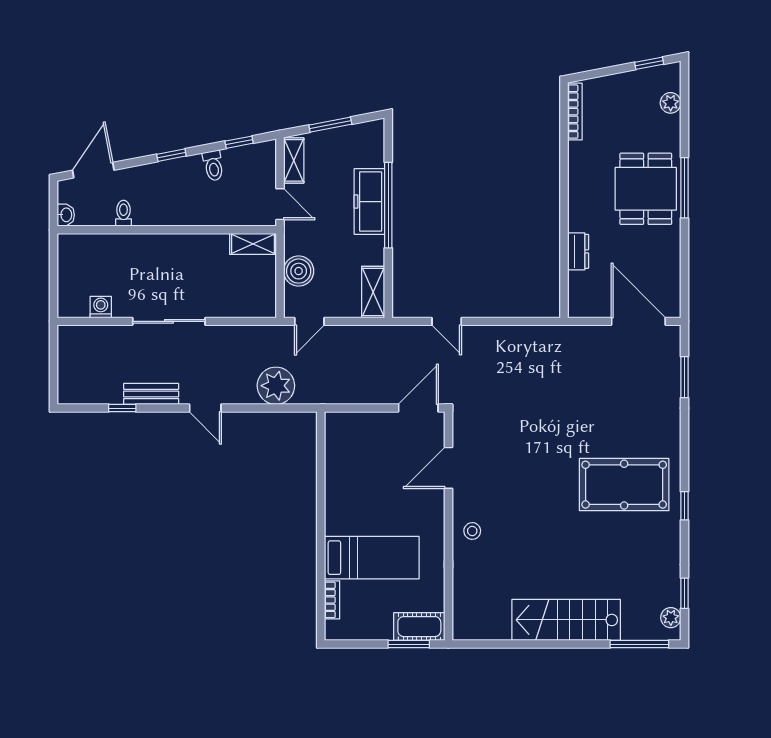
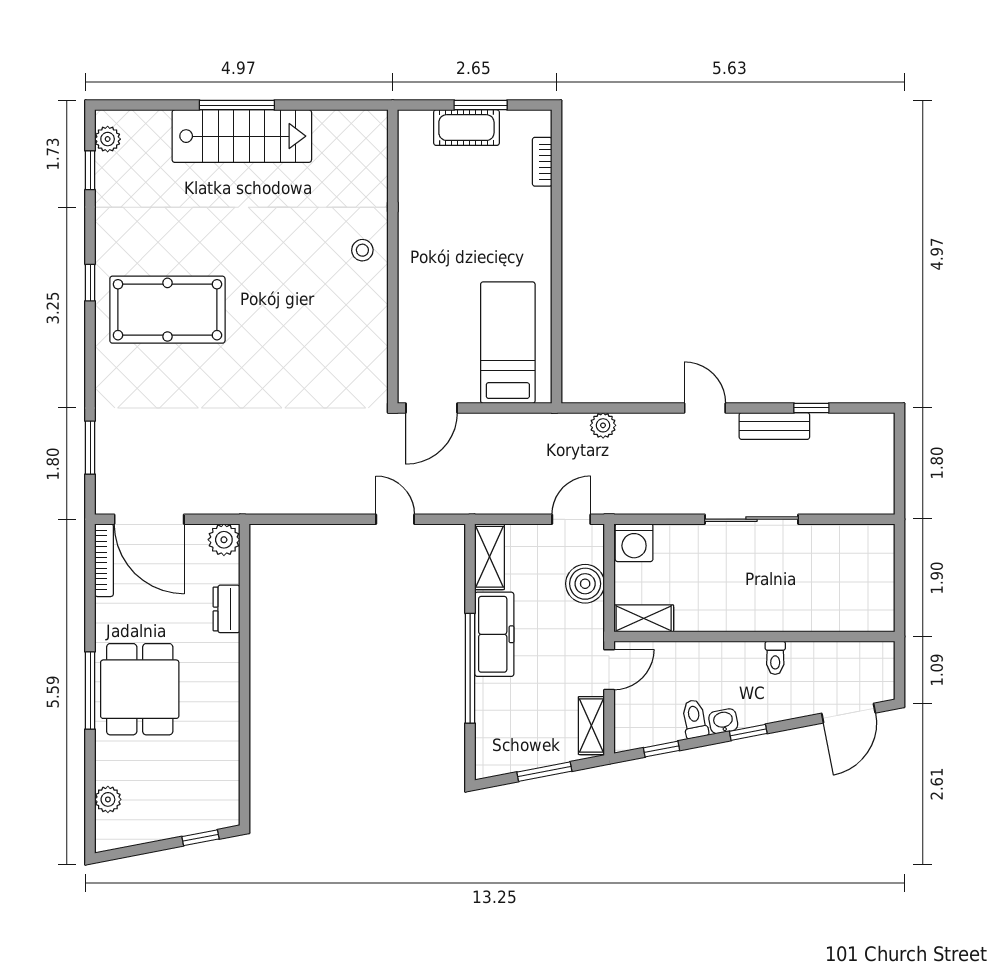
window: (649, 63) -> (201, 838), moved
bookcase: (575, 112) -> (104, 560), moved, turned 180
freezer: (369, 202) -> (494, 634), moved
door: (280, 204) -> (609, 670), swing flipped
toilet: (123, 213) -> (775, 658), moved
washbasin: (66, 215) -> (723, 721), moved, turned 79
plant: (580, 305) -> (224, 540), added
washing machine: (101, 307) -> (634, 543), moved, width x1.38, depth x1.38
plant: (276, 386) -> (603, 425), width x0.53, depth x0.53
door: (448, 468) -> (393, 331), removed
bed: (372, 558) -> (508, 343), moved, turned 90
cot: (419, 627) -> (466, 128), moved
window: (409, 644) -> (481, 105), moved
window: (639, 644) -> (237, 105), moved

